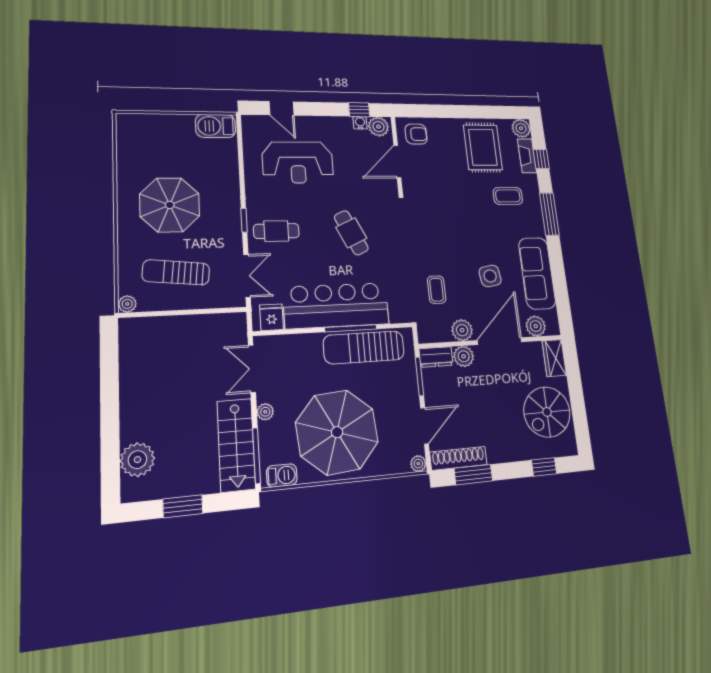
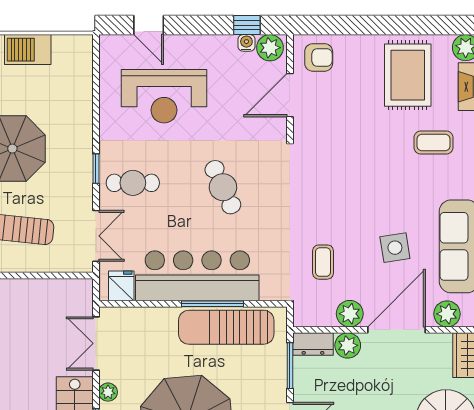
barbecue: (215, 126) -> (28, 50), moved

